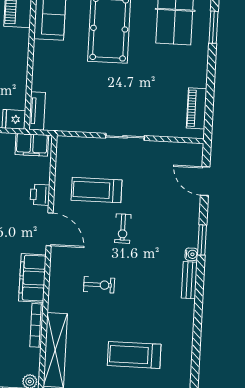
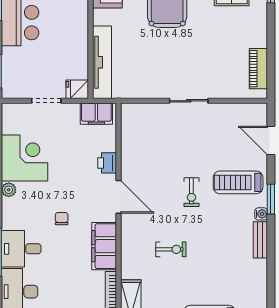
tv unit: (37, 111) -> (102, 62), width x1.92, depth x1.29
treadmill: (96, 190) -> (238, 182), moved

